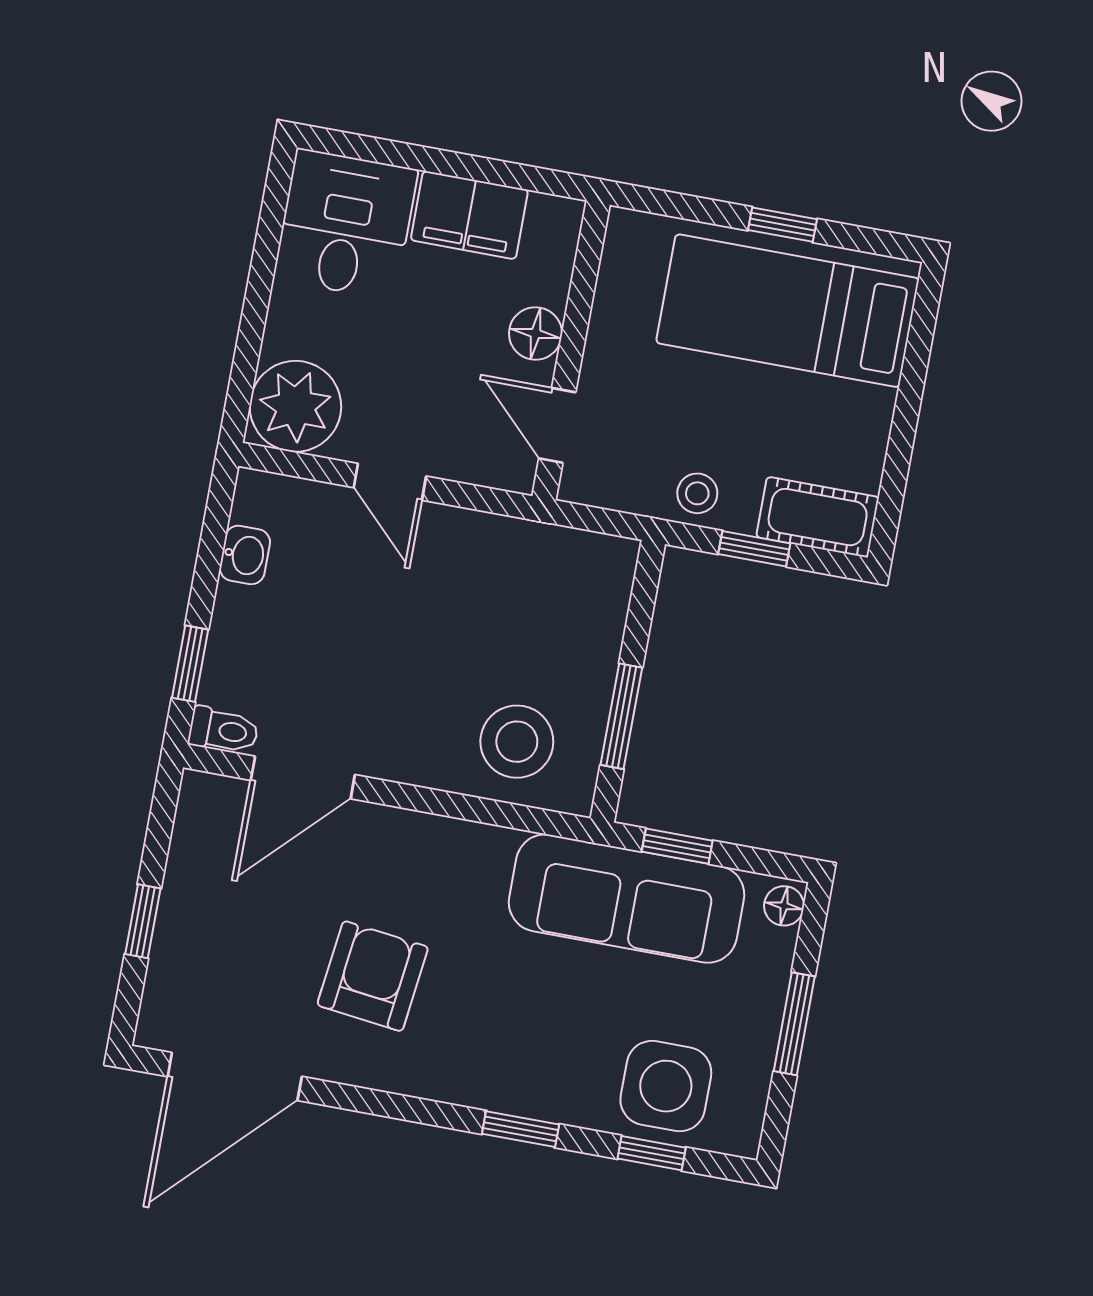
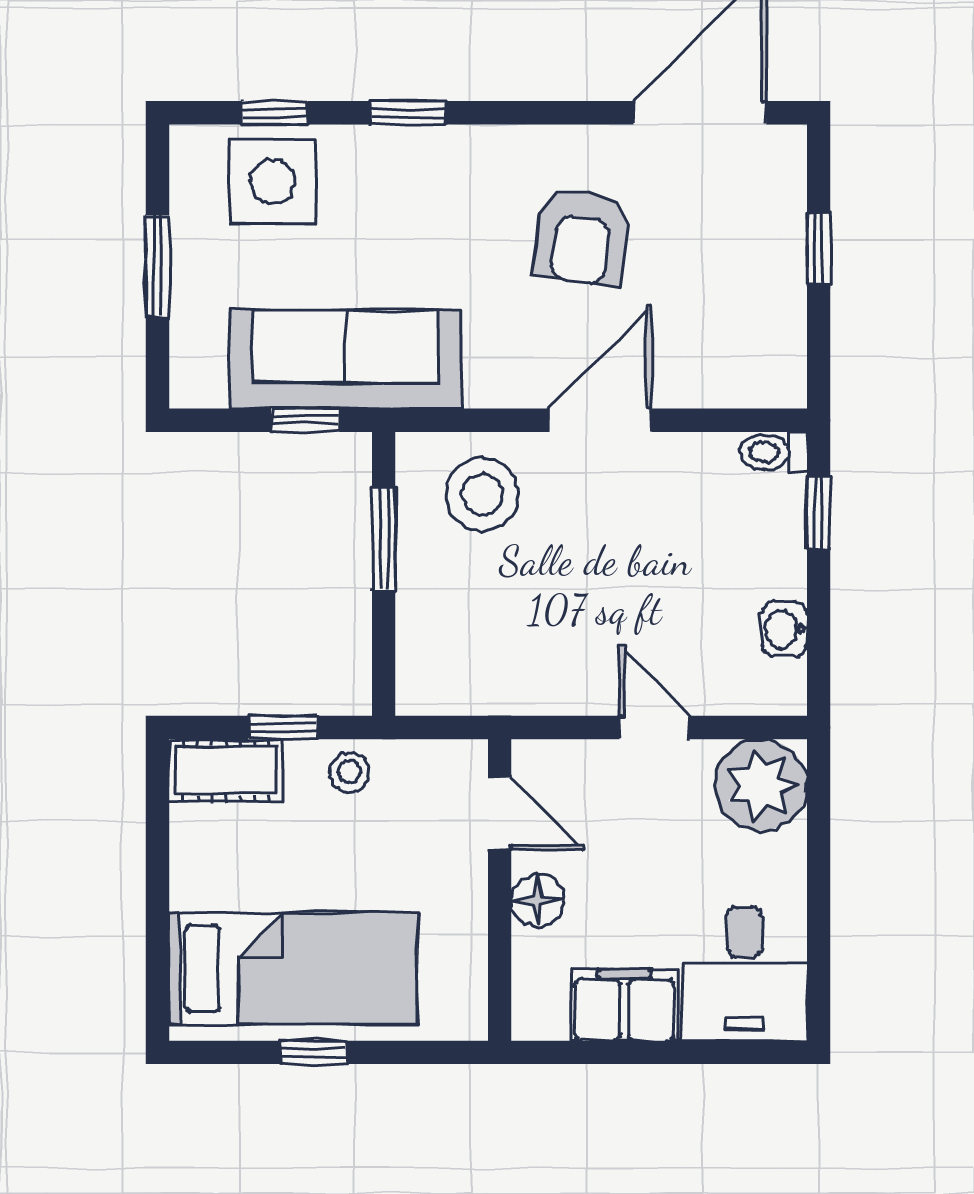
door: (303, 777) -> (600, 420), moved
floor lamp: (784, 906) -> (189, 381), removed

